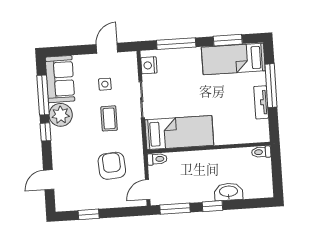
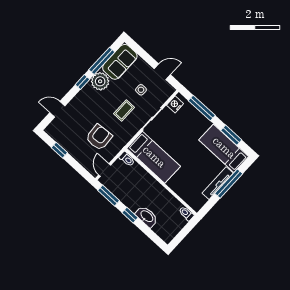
tv unit: (261, 102) -> (218, 183), width x1.41
door: (148, 190) -> (105, 170), hinge flipped

